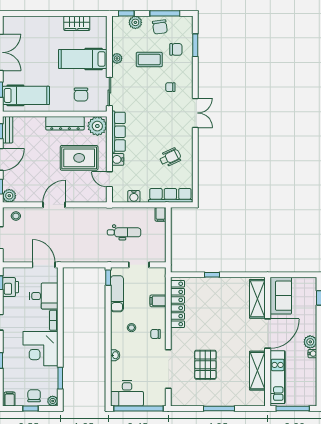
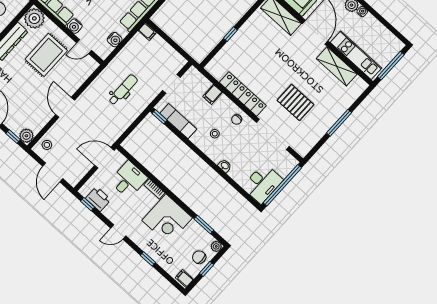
dental chair: (124, 232) -> (123, 90), moved
locker: (178, 304) -> (243, 94), moved

